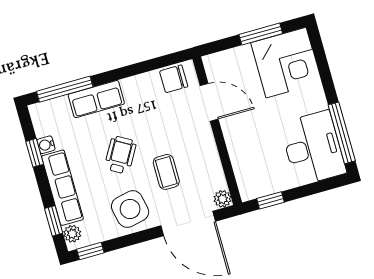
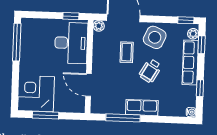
chair: (174, 79) -> (105, 105), removed
window: (65, 89) -> (123, 118), moved
row of seats: (96, 99) -> (142, 108), moved
water cooler: (46, 145) -> (191, 112), moved
desk: (313, 148) -> (71, 43), moved, turned 180
side table: (130, 209) -> (155, 37), turned 36

